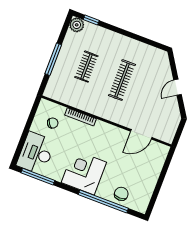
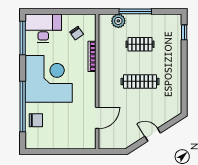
plant: (77, 25) -> (118, 21), moved
door: (141, 134) -> (97, 118), swing flipped
corner desk: (84, 172) -> (49, 79), width x1.36, depth x1.36

